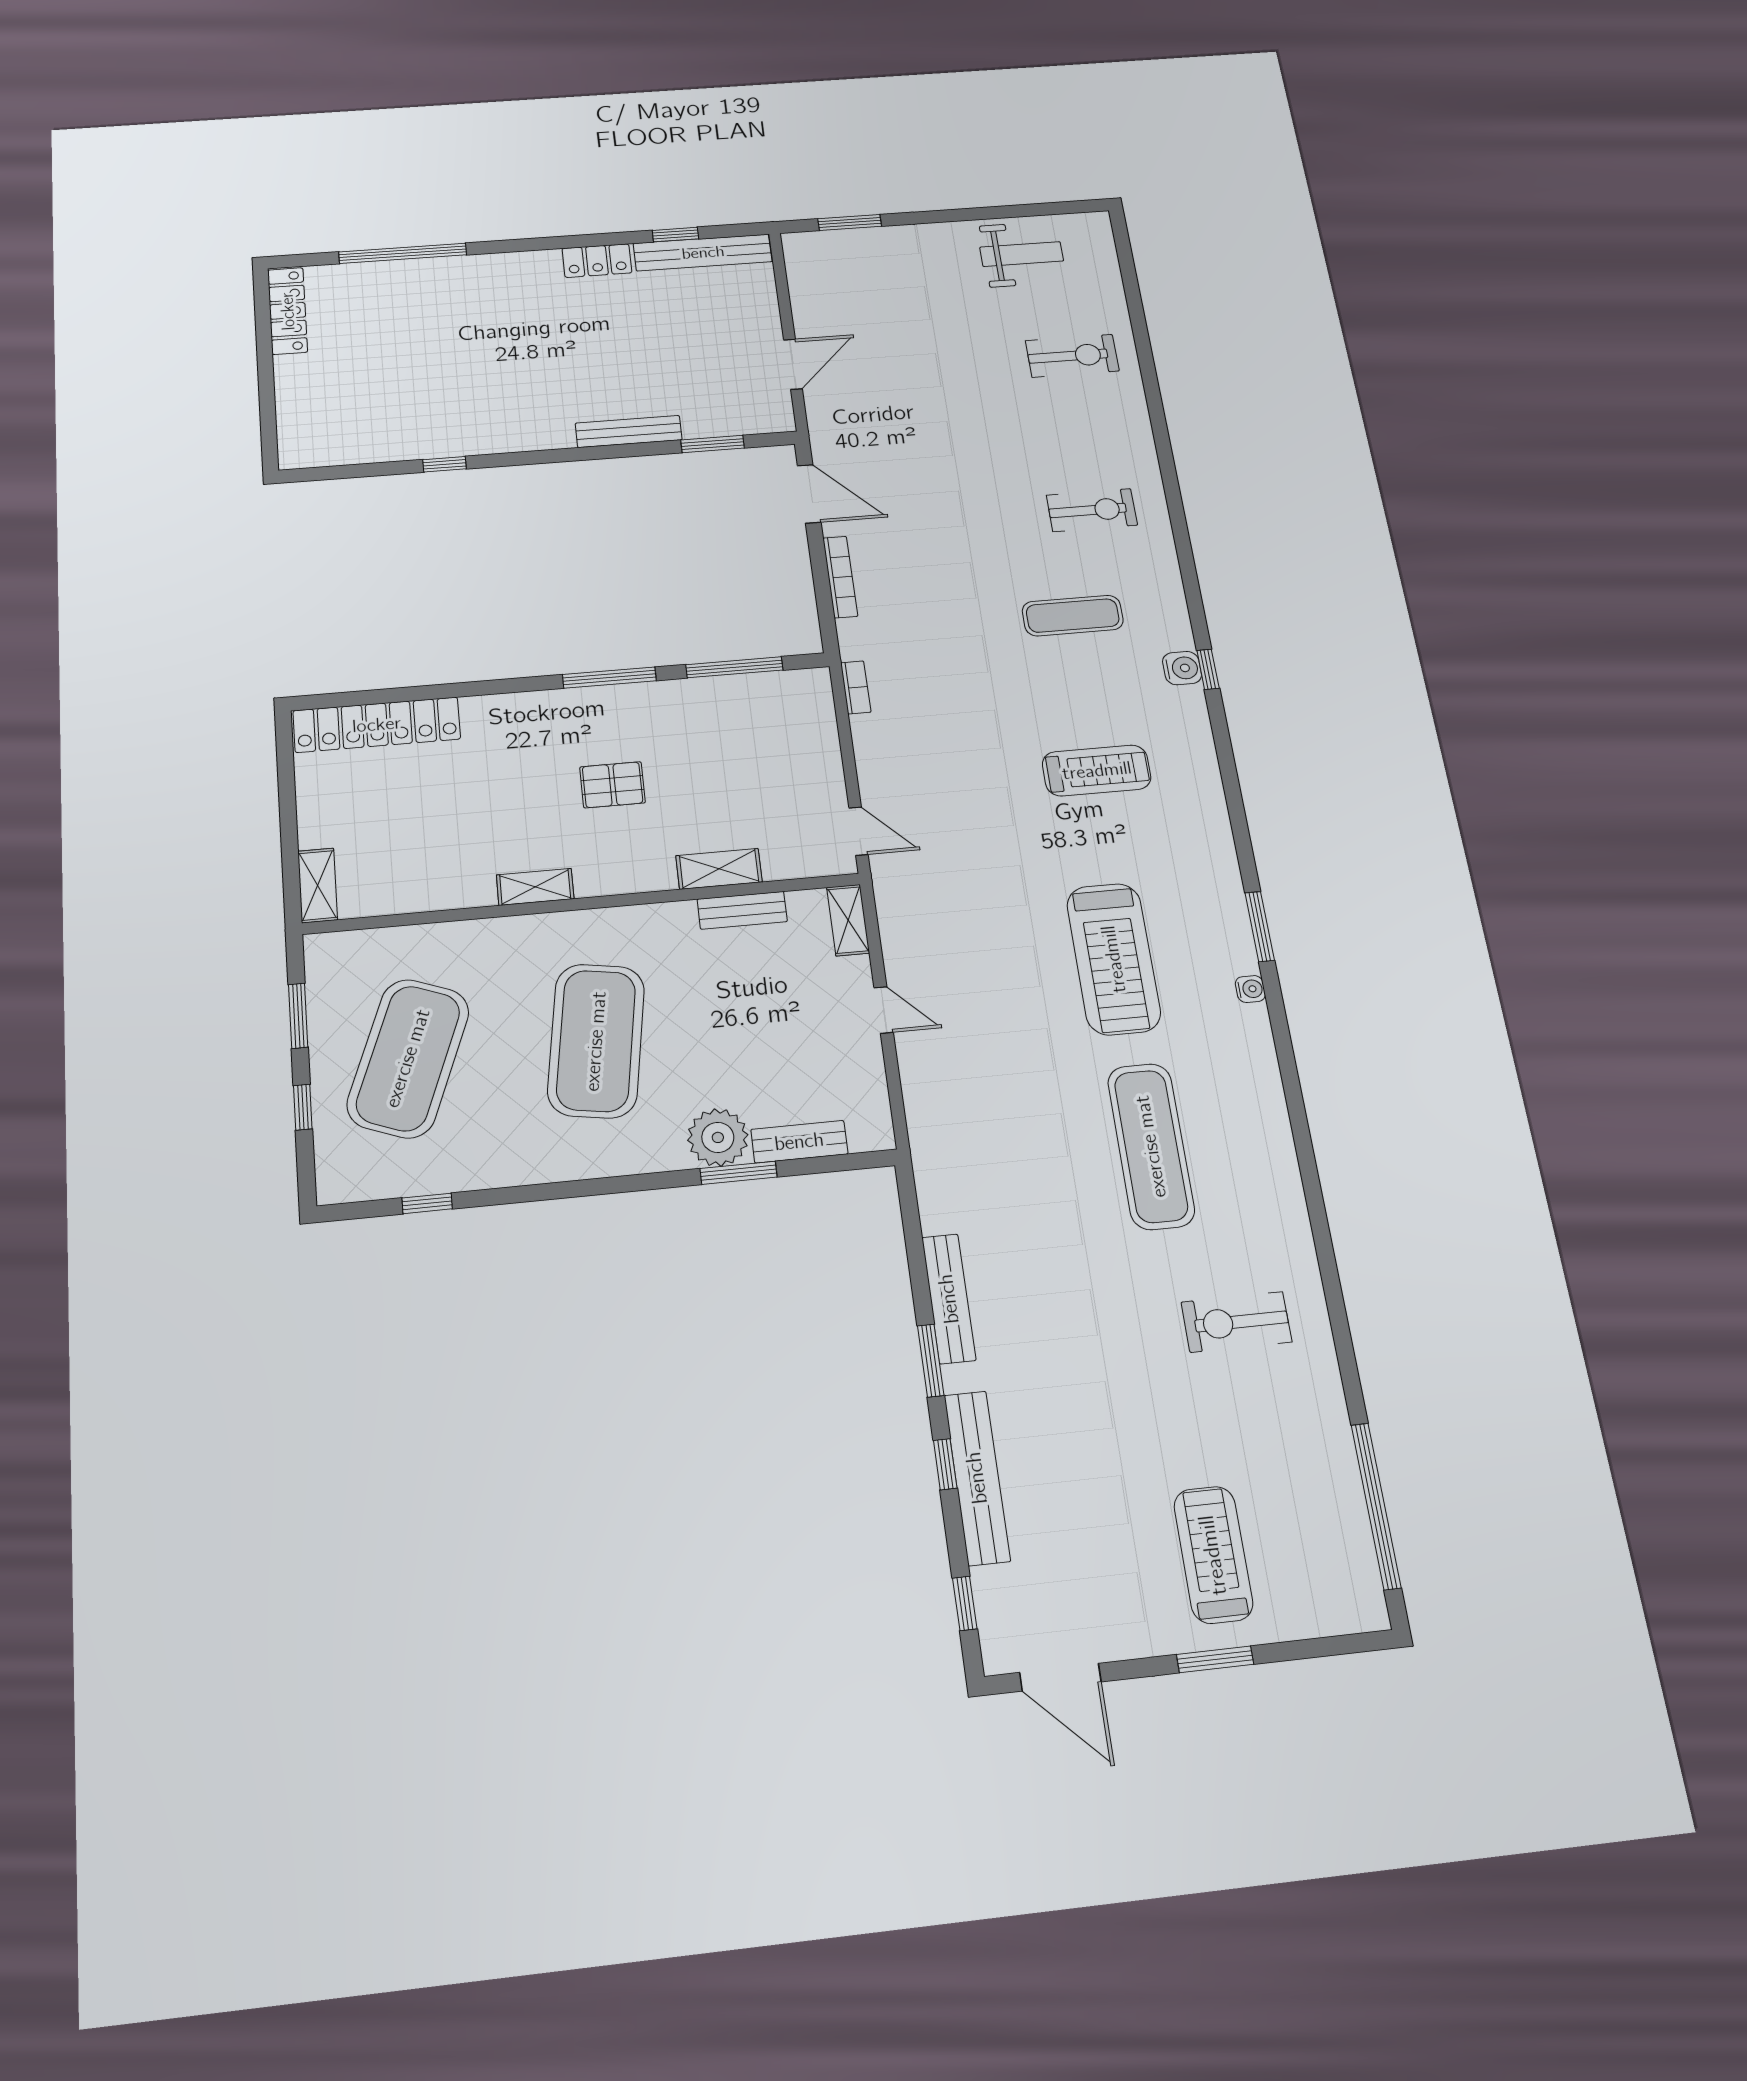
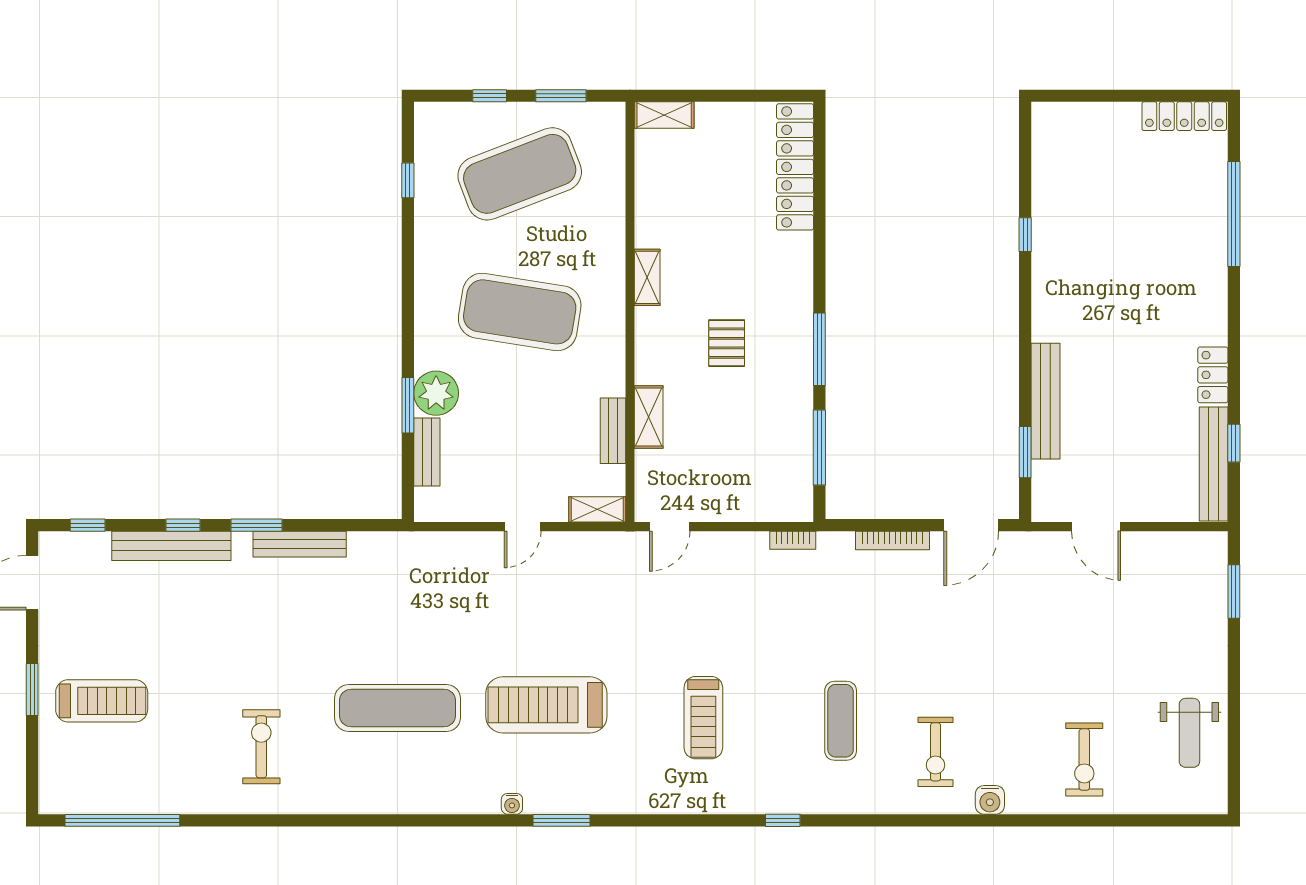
bench: (629, 432) -> (1045, 401), width x1.37, depth x1.21
water cooler: (1182, 668) -> (990, 800), moved
exercise mat: (408, 1058) -> (520, 174), turned -42

